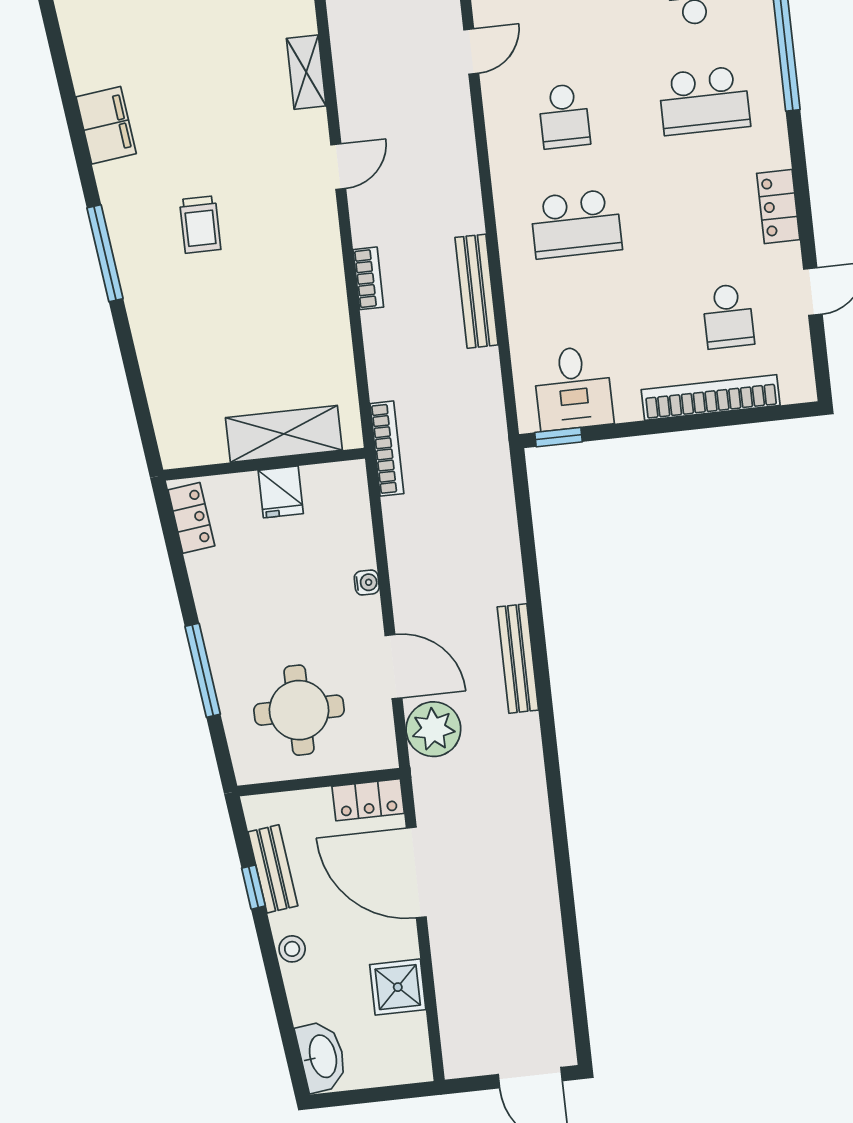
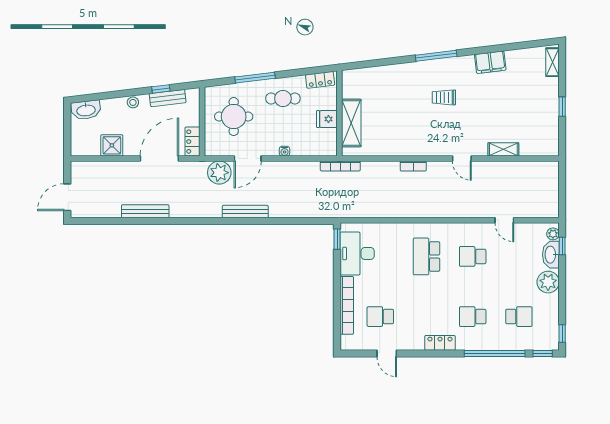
school desk: (704, 101) -> (473, 317), width x0.54
locker: (778, 207) -> (440, 343), moved
bench: (477, 291) -> (145, 211), moved
desk: (573, 388) -> (357, 253), width x1.37
cafe table: (244, 600) -> (283, 98), added

